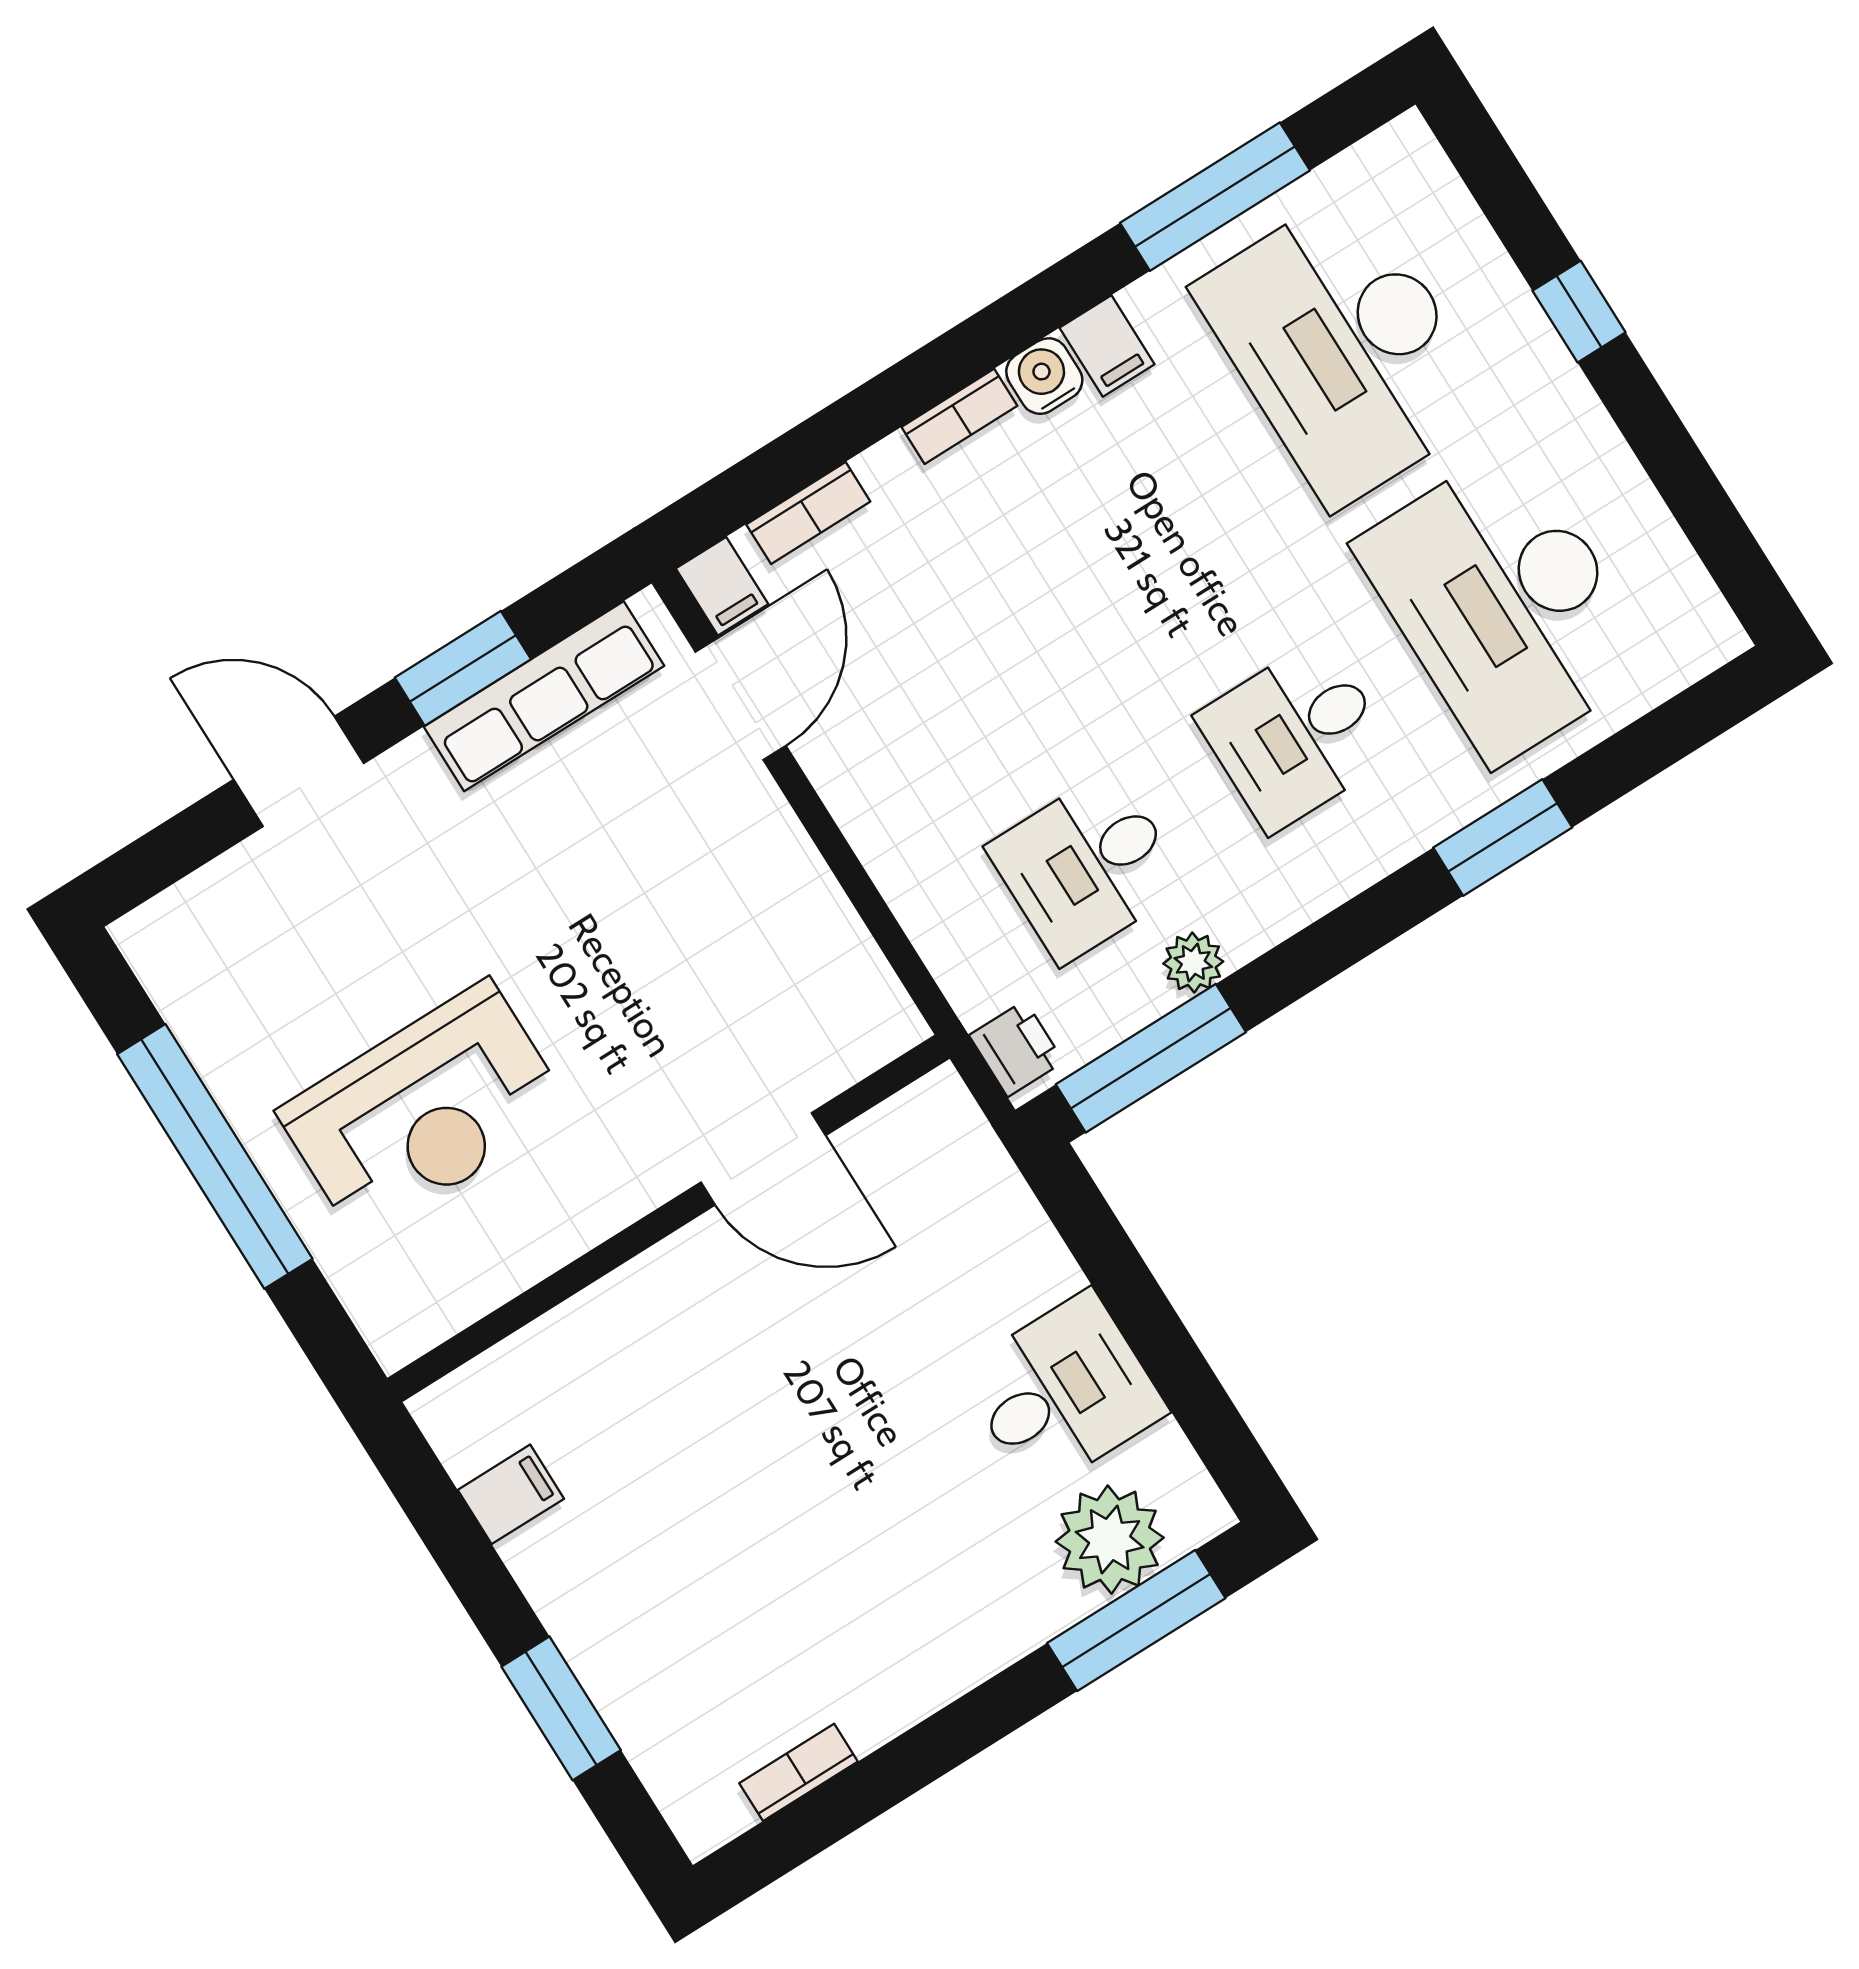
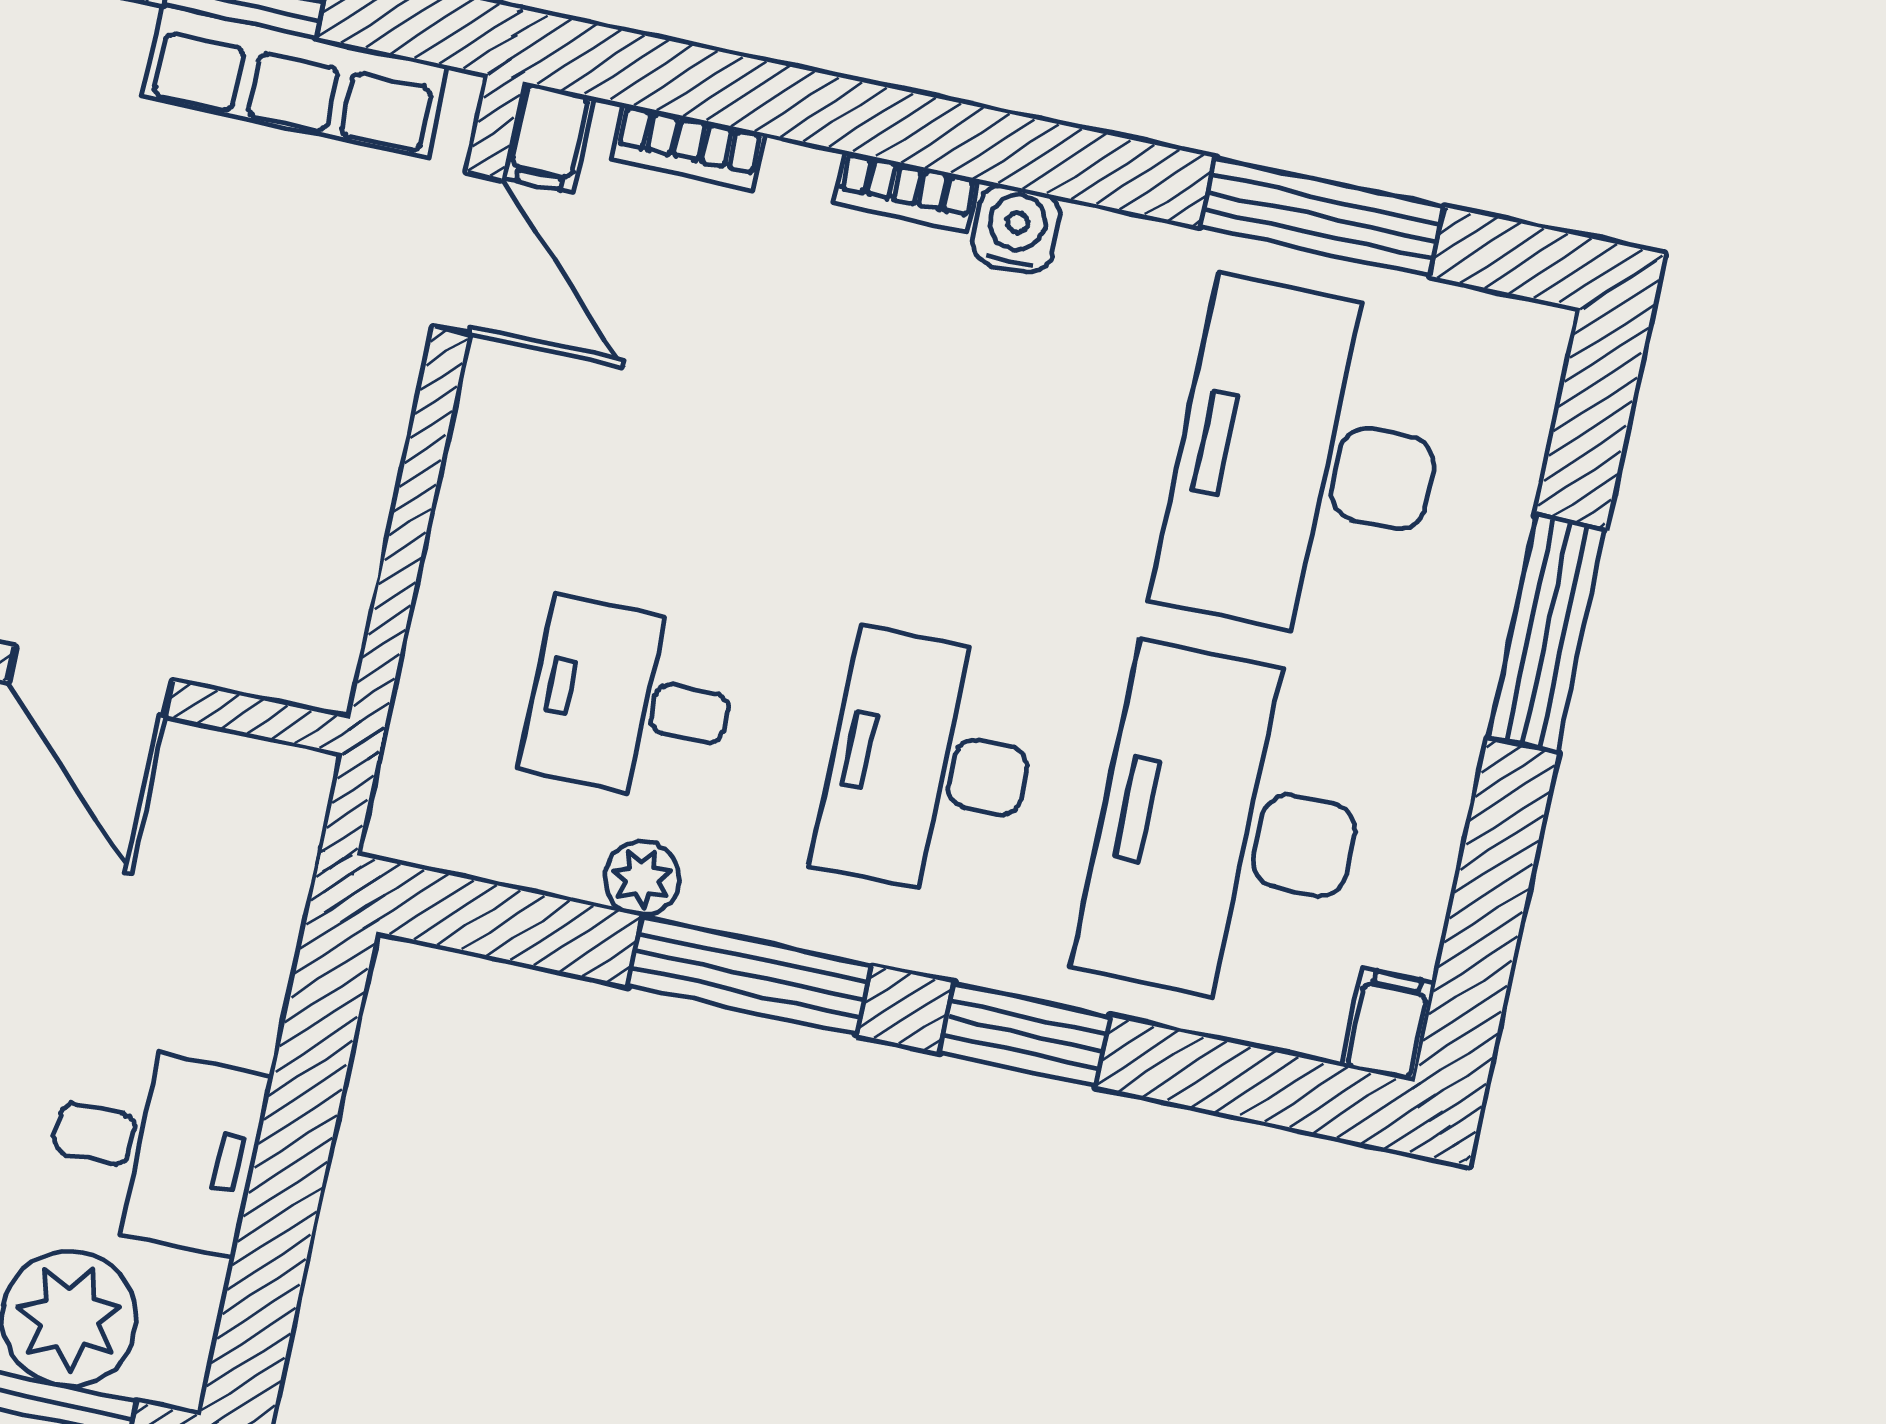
window: (1579, 312) -> (1547, 633), width x2.17
filing cabinet: (1107, 346) -> (1388, 1025), moved, turned 180
door: (741, 699) -> (468, 253), hinge flipped
desk: (1296, 735) -> (929, 765), width x1.37
printer: (1016, 1049) -> (411, 802), removed
window: (1151, 1058) -> (750, 976), moved

